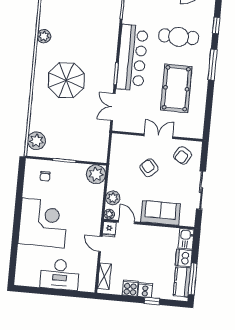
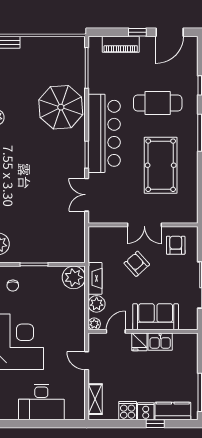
parasol: (66, 80) -> (61, 107), moved
double door: (158, 136) -> (144, 225), swing flipped
armchair: (183, 155) -> (176, 245), turned 148
fireplace: (113, 177) -> (95, 278), added
door: (127, 222) -> (116, 331), hinge flipped
fridge: (109, 229) -> (139, 342), moved
kitchen sink: (186, 239) -> (160, 342), moved, turned -90
dishwasher: (184, 258) -> (188, 368), removed
kitchen counter: (182, 282) -> (173, 411), moved, turned 90

